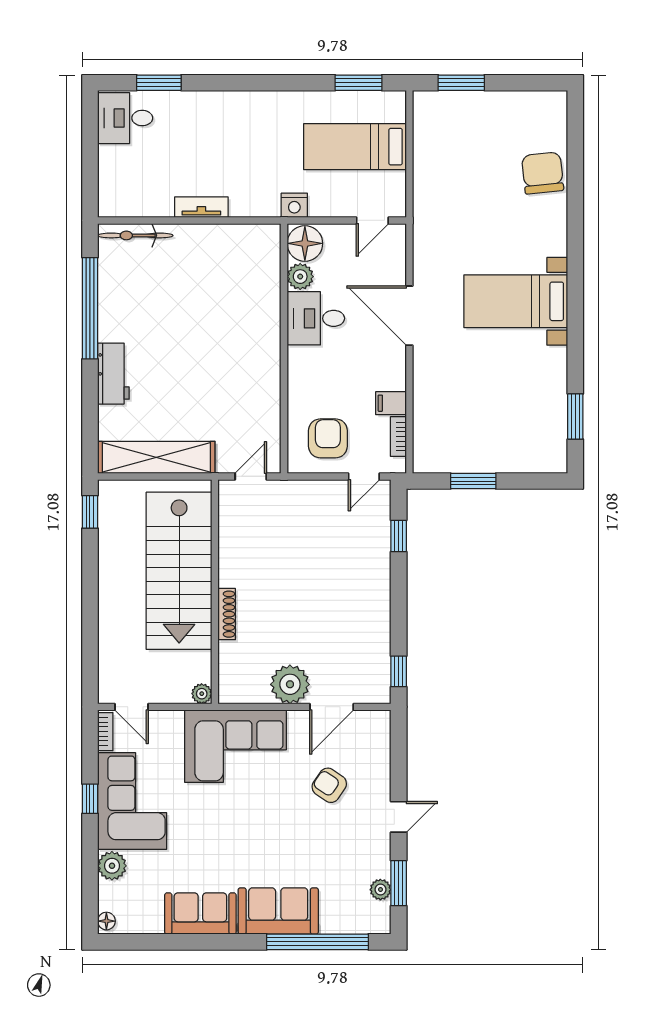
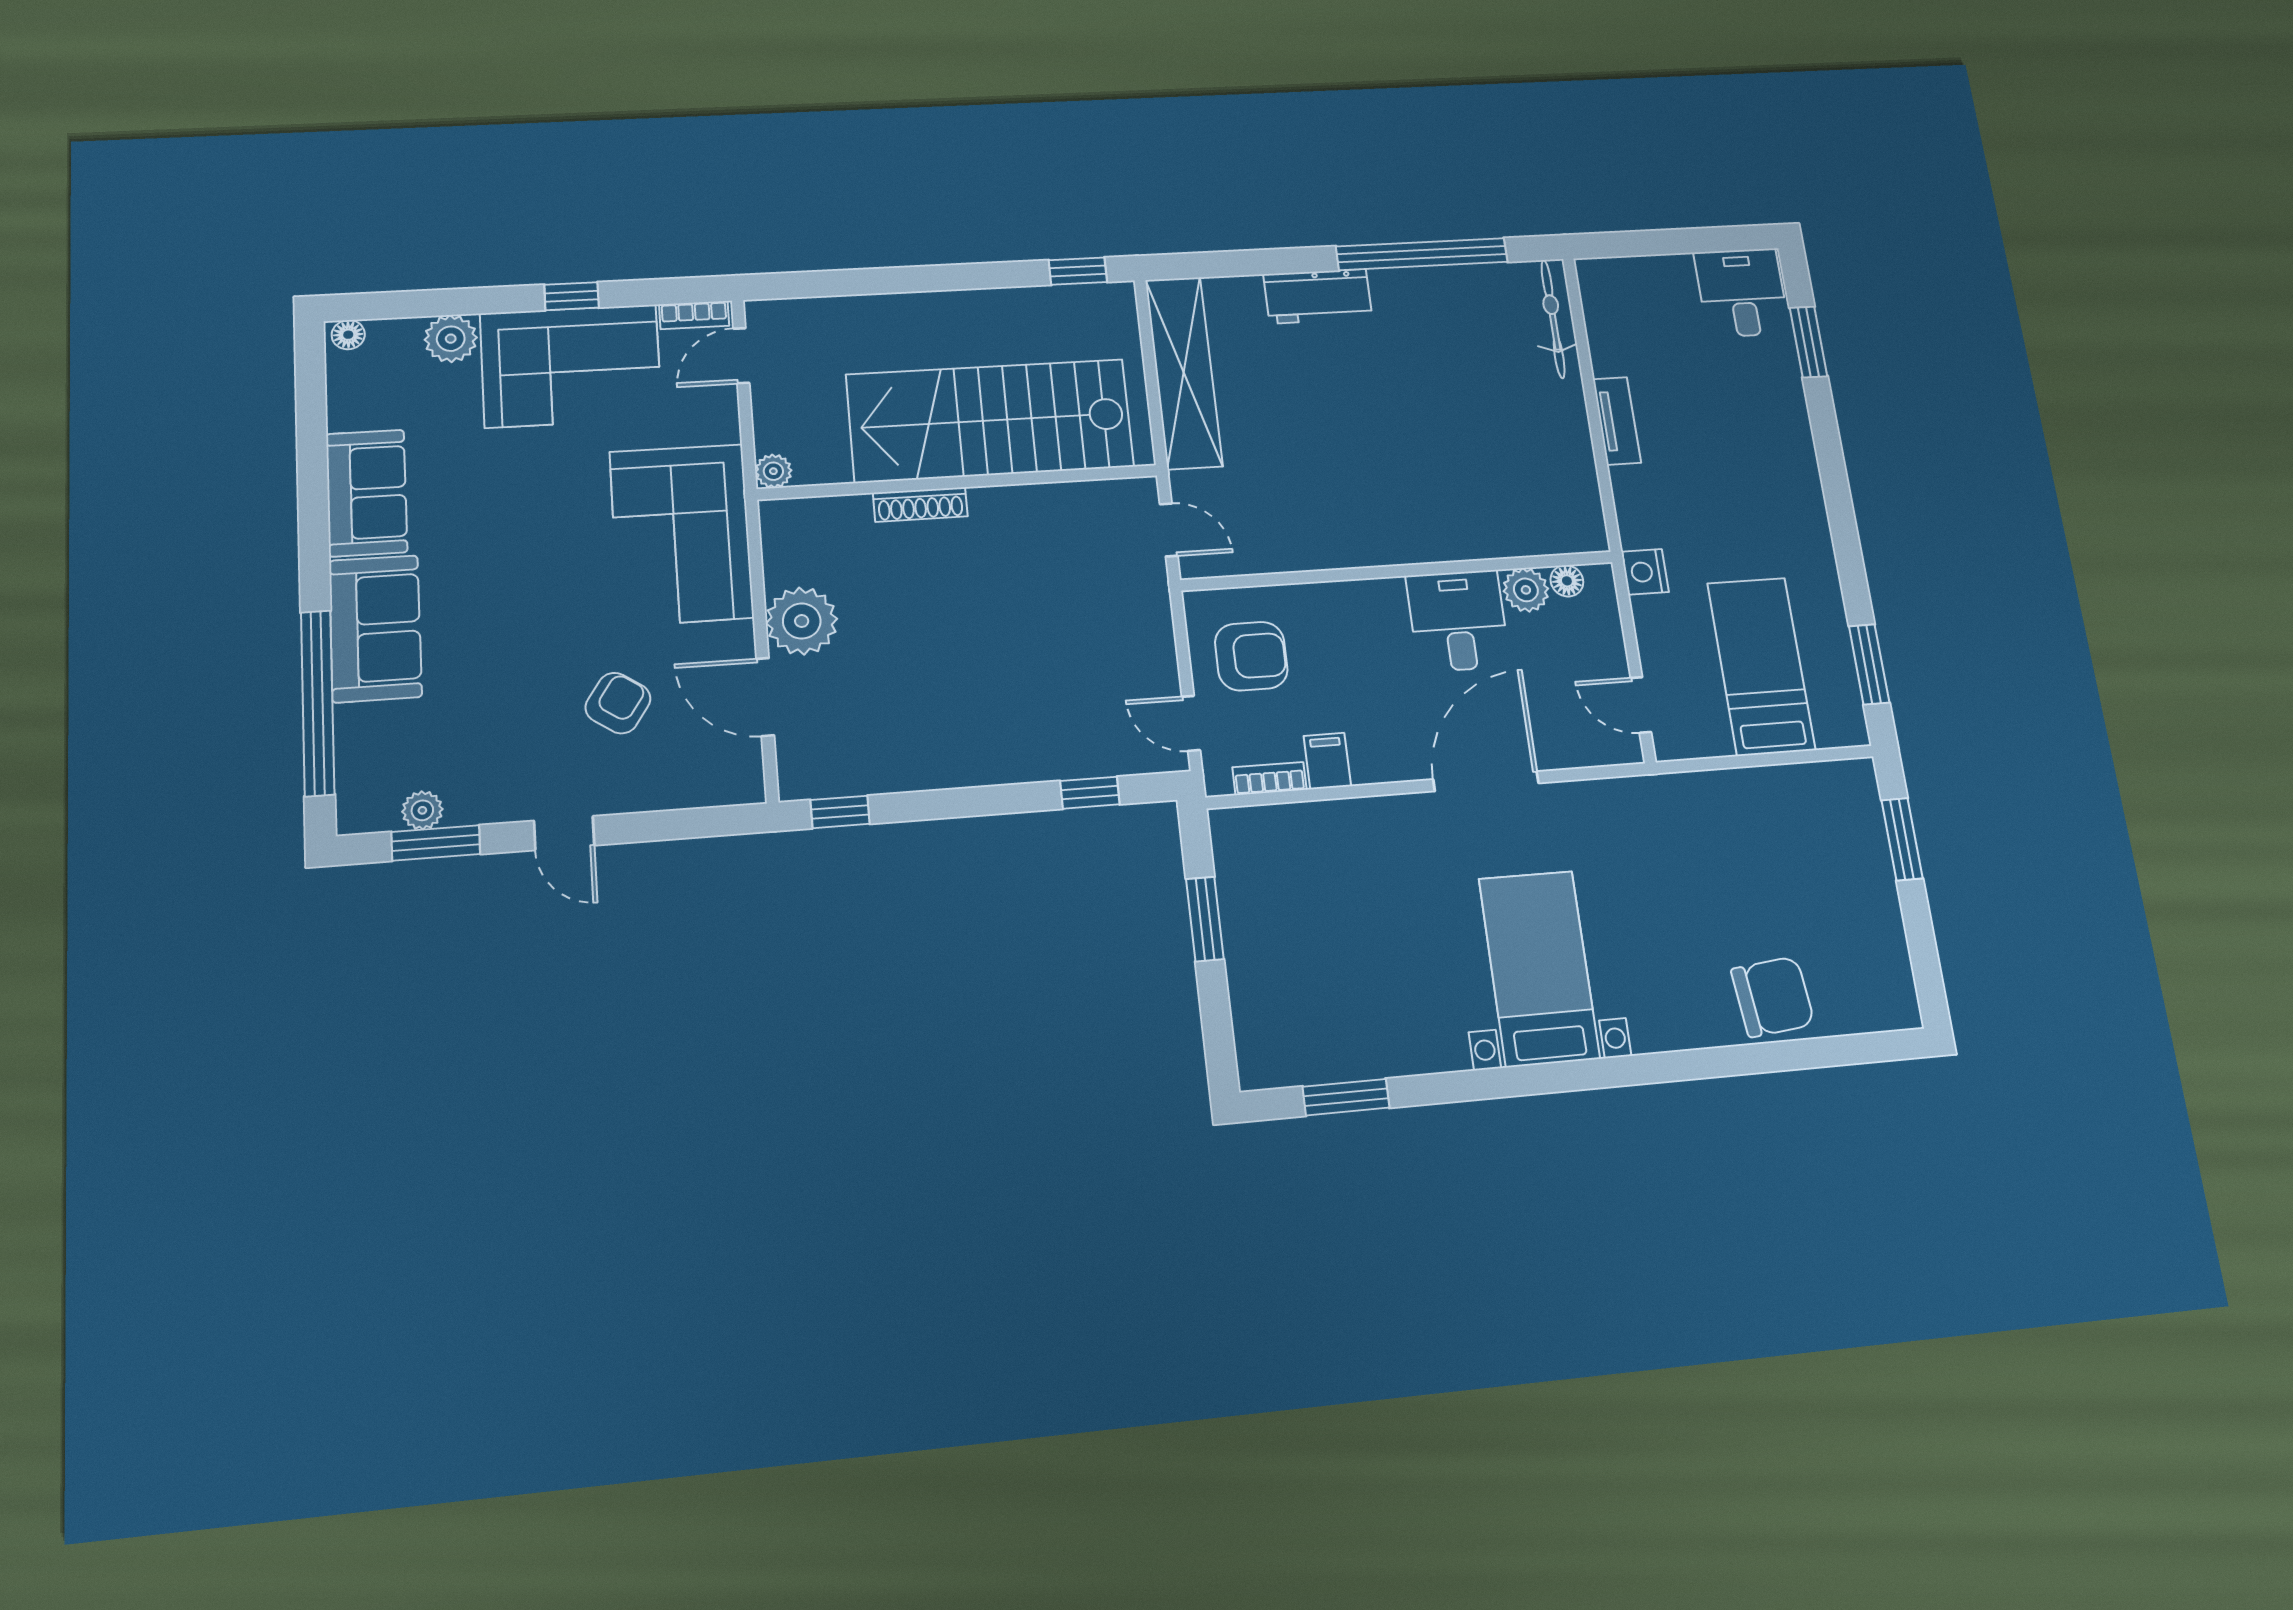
floor lamp: (305, 243) -> (1567, 581), width x0.53, depth x0.53

